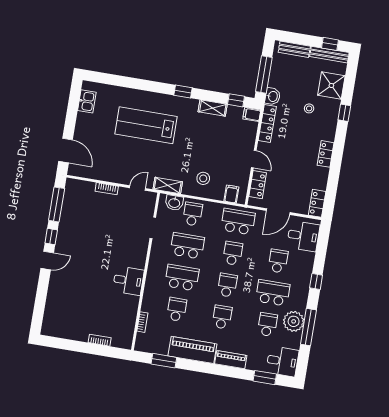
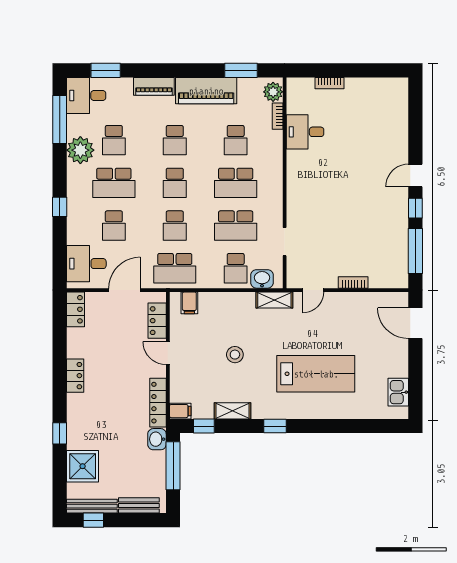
stool: (309, 108) -> (107, 431), removed
stool: (203, 178) -> (235, 355), moved
desk: (128, 281) -> (305, 132), moved
window: (308, 327) -> (60, 119), moved
plant: (143, 341) -> (273, 92), added

